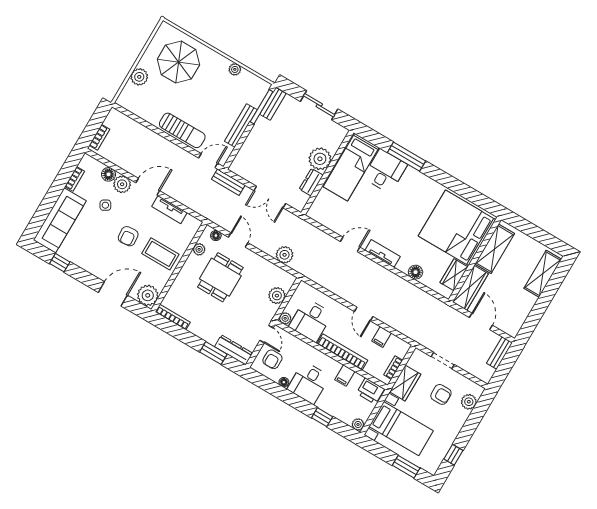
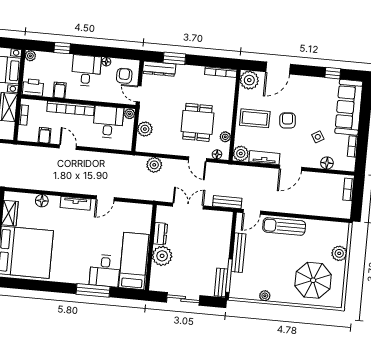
plant: (122, 184) -> (241, 153), moved

